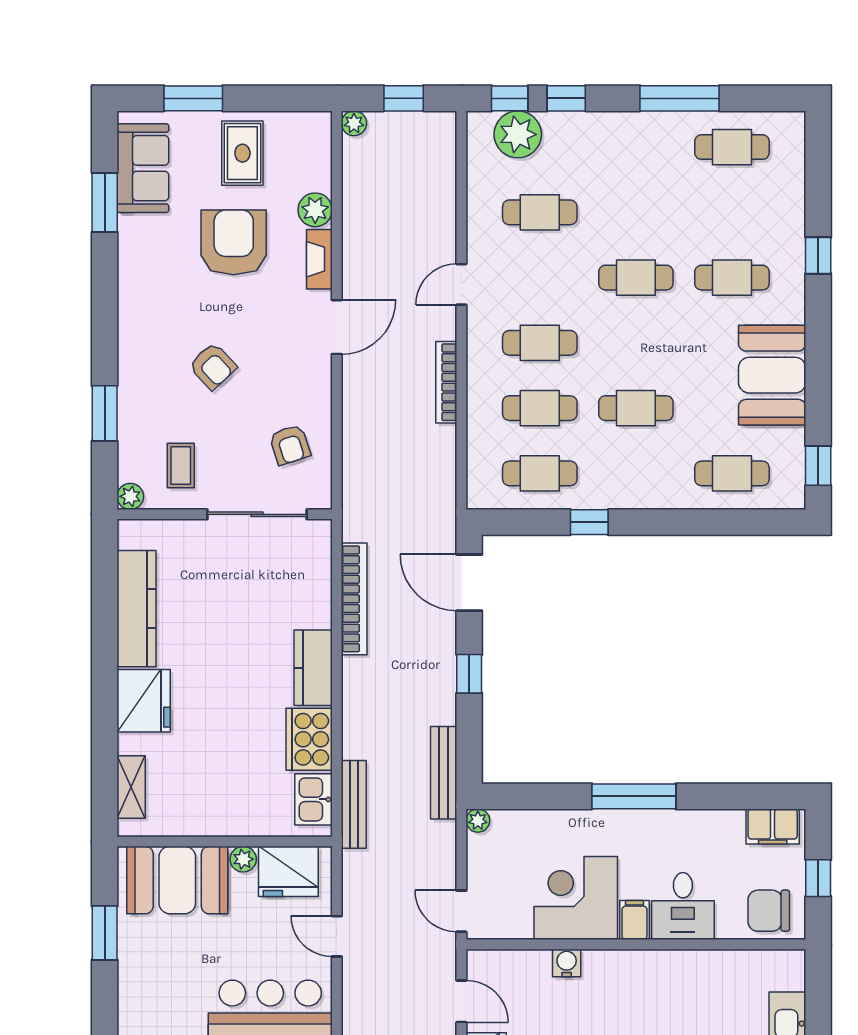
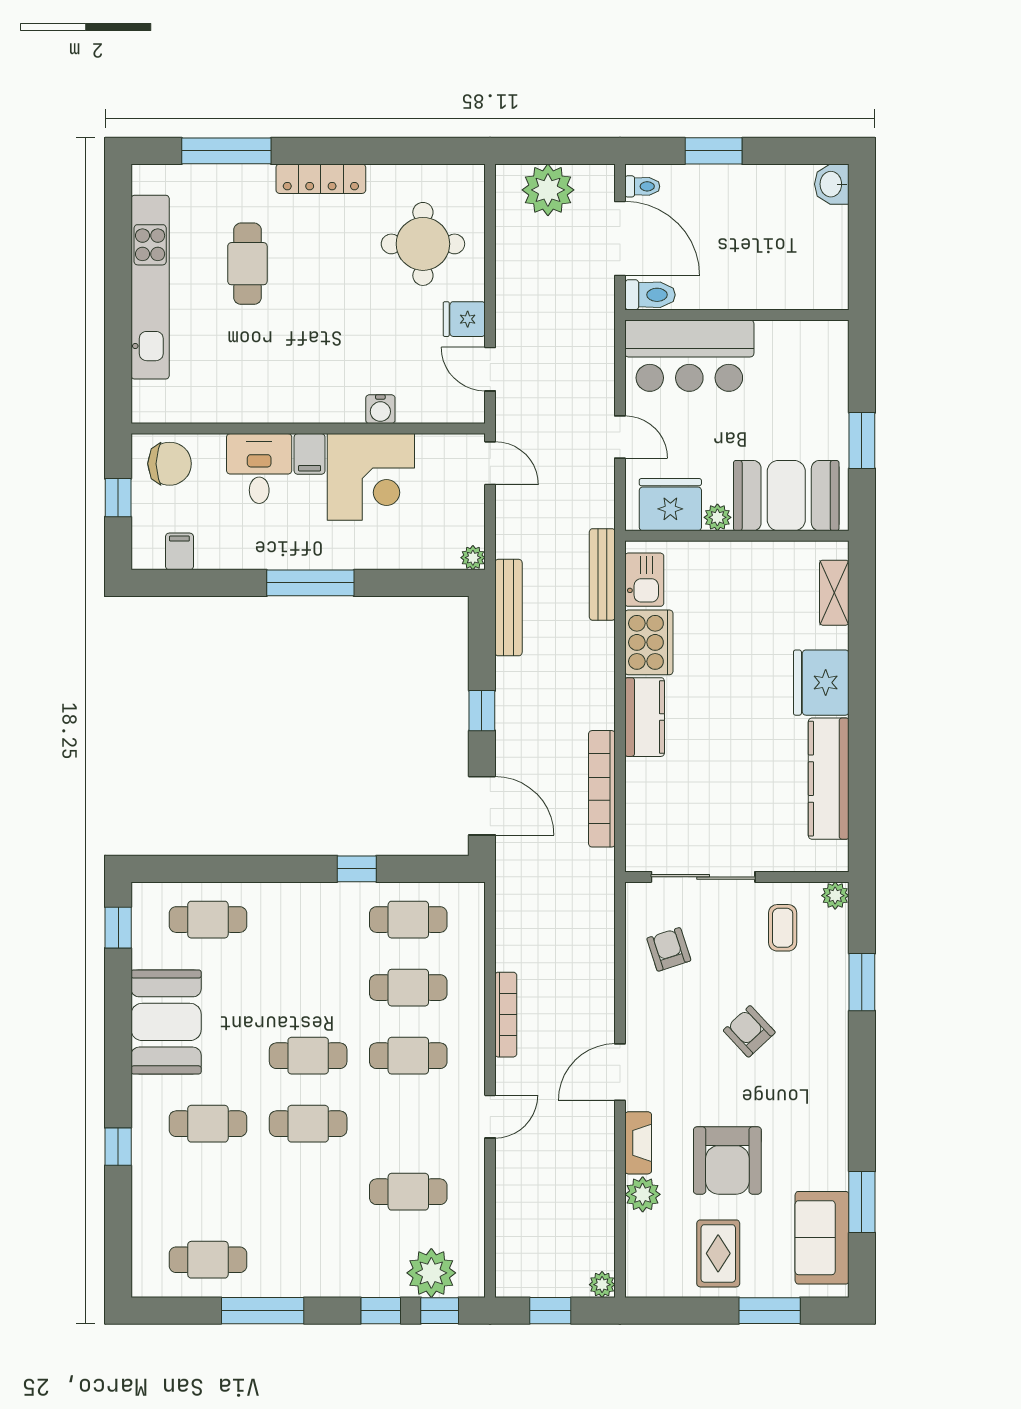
cafe table: (636, 408) -> (308, 1056), moved
filing cabinet: (773, 826) -> (179, 551), width x0.50

